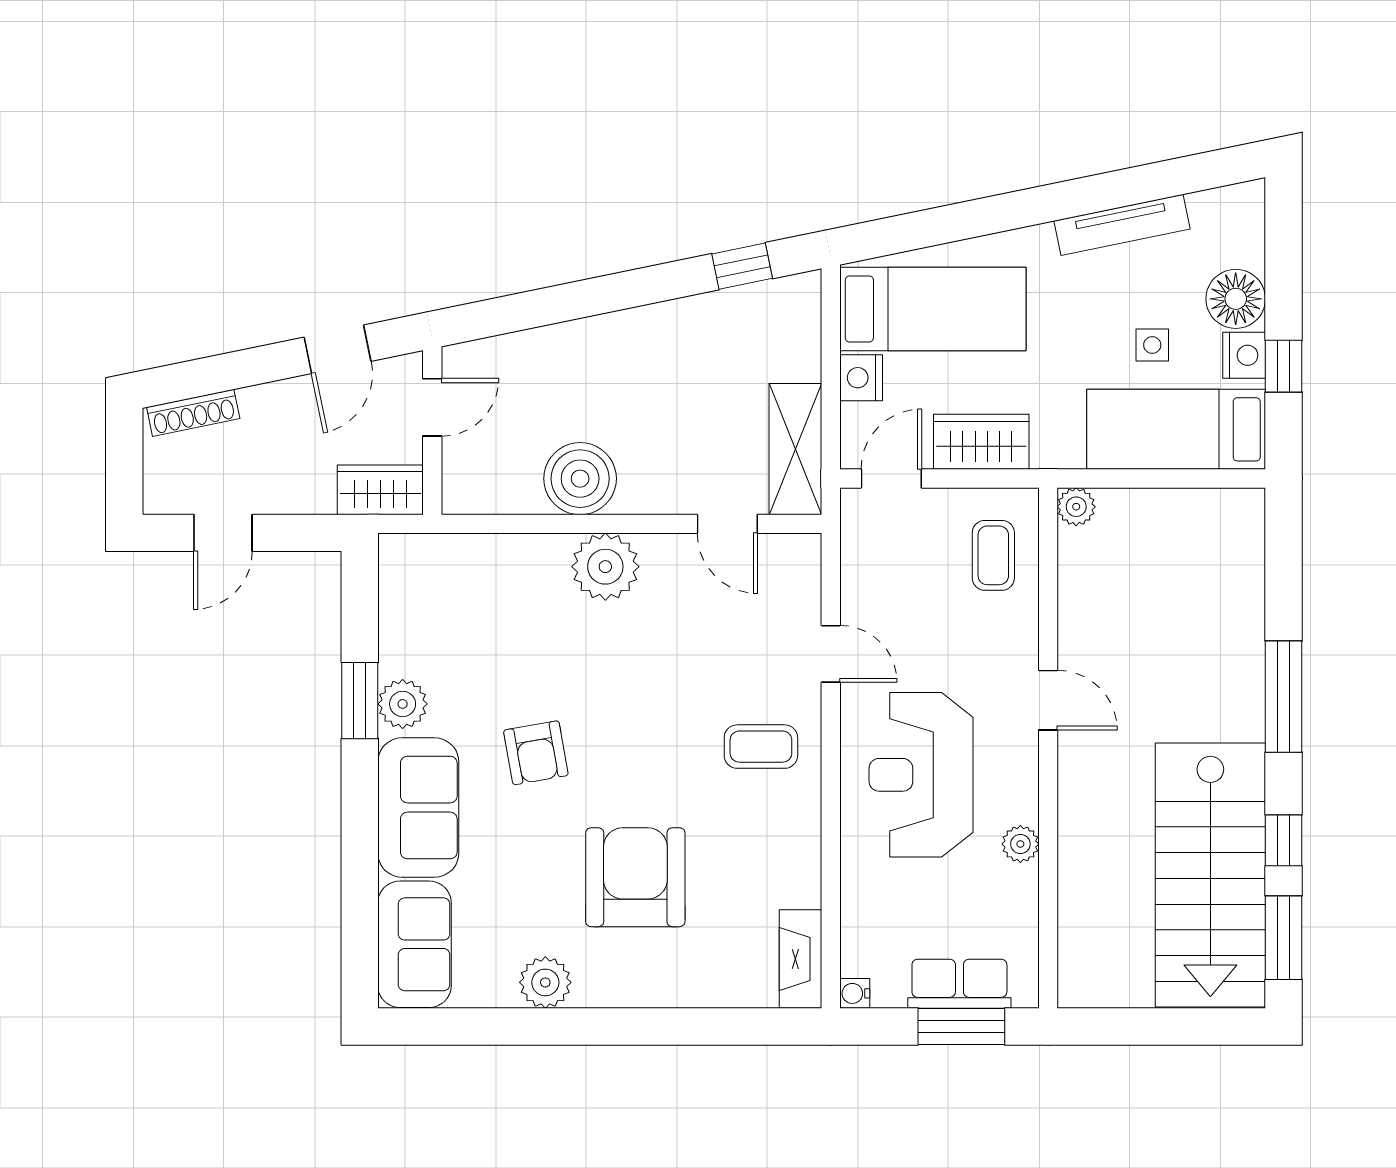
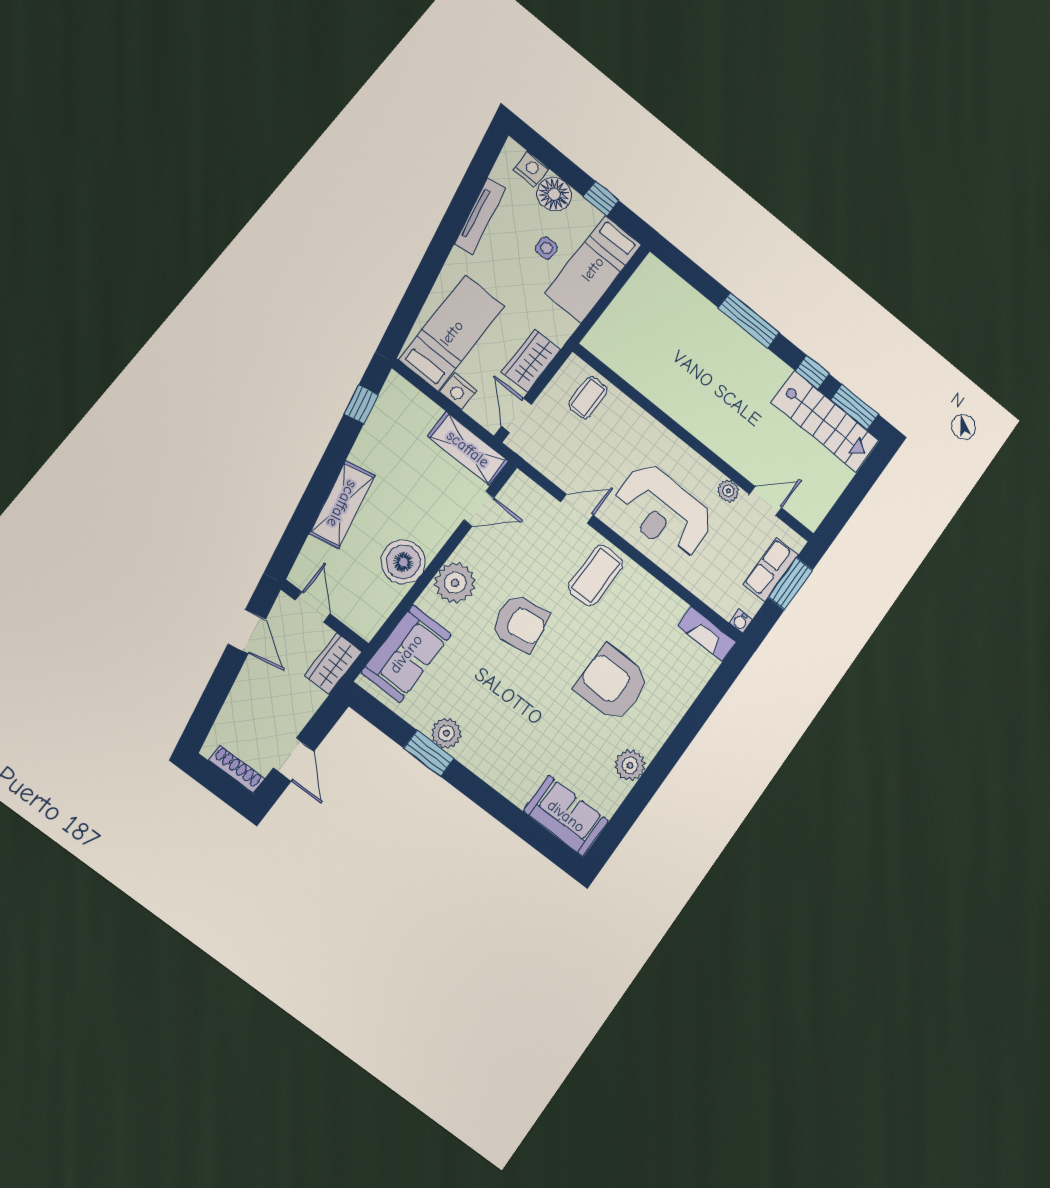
shelving: (593, 343) -> (342, 504), added
nightstand: (1244, 355) -> (531, 169), moved
shoe rack: (193, 413) -> (236, 769), moved, turned -78
plant: (1076, 507) -> (594, 342), removed
coffee table: (993, 555) -> (588, 397), turned 90
door: (1048, 700) -> (765, 501), moved
coffee table: (761, 747) -> (596, 575), width x1.36, depth x1.30
armchair: (536, 753) -> (520, 623), moved, width x1.38, depth x1.38
sofa: (418, 808) -> (406, 654), moved, turned 90
stairs: (1210, 875) -> (825, 421), width x0.73, depth x0.66

